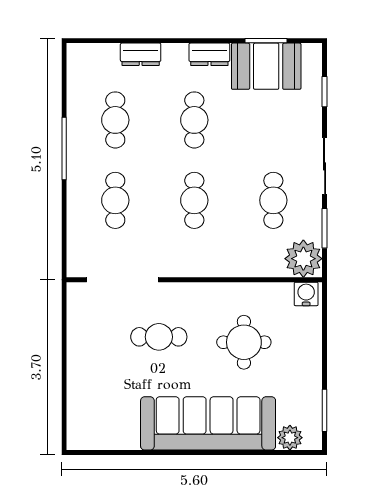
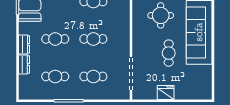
dresser: (209, 54) -> (24, 44), moved
cafe table: (159, 337) -> (169, 53), moved
fridge: (81, 352) -> (166, 93), added

